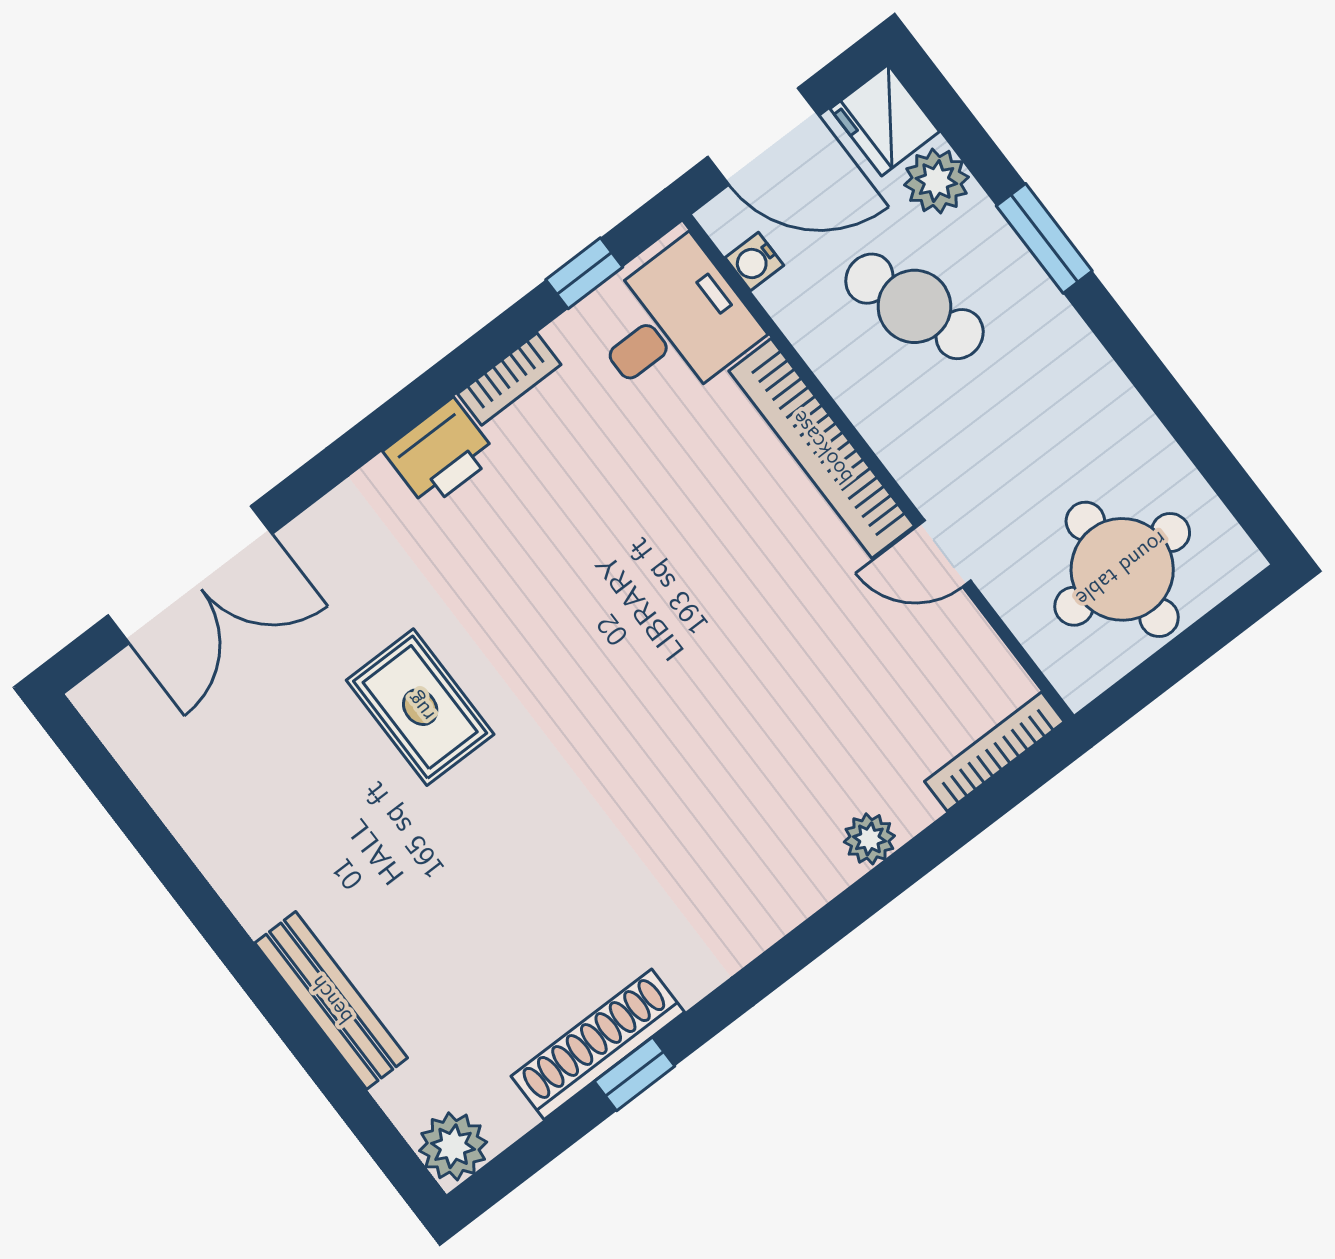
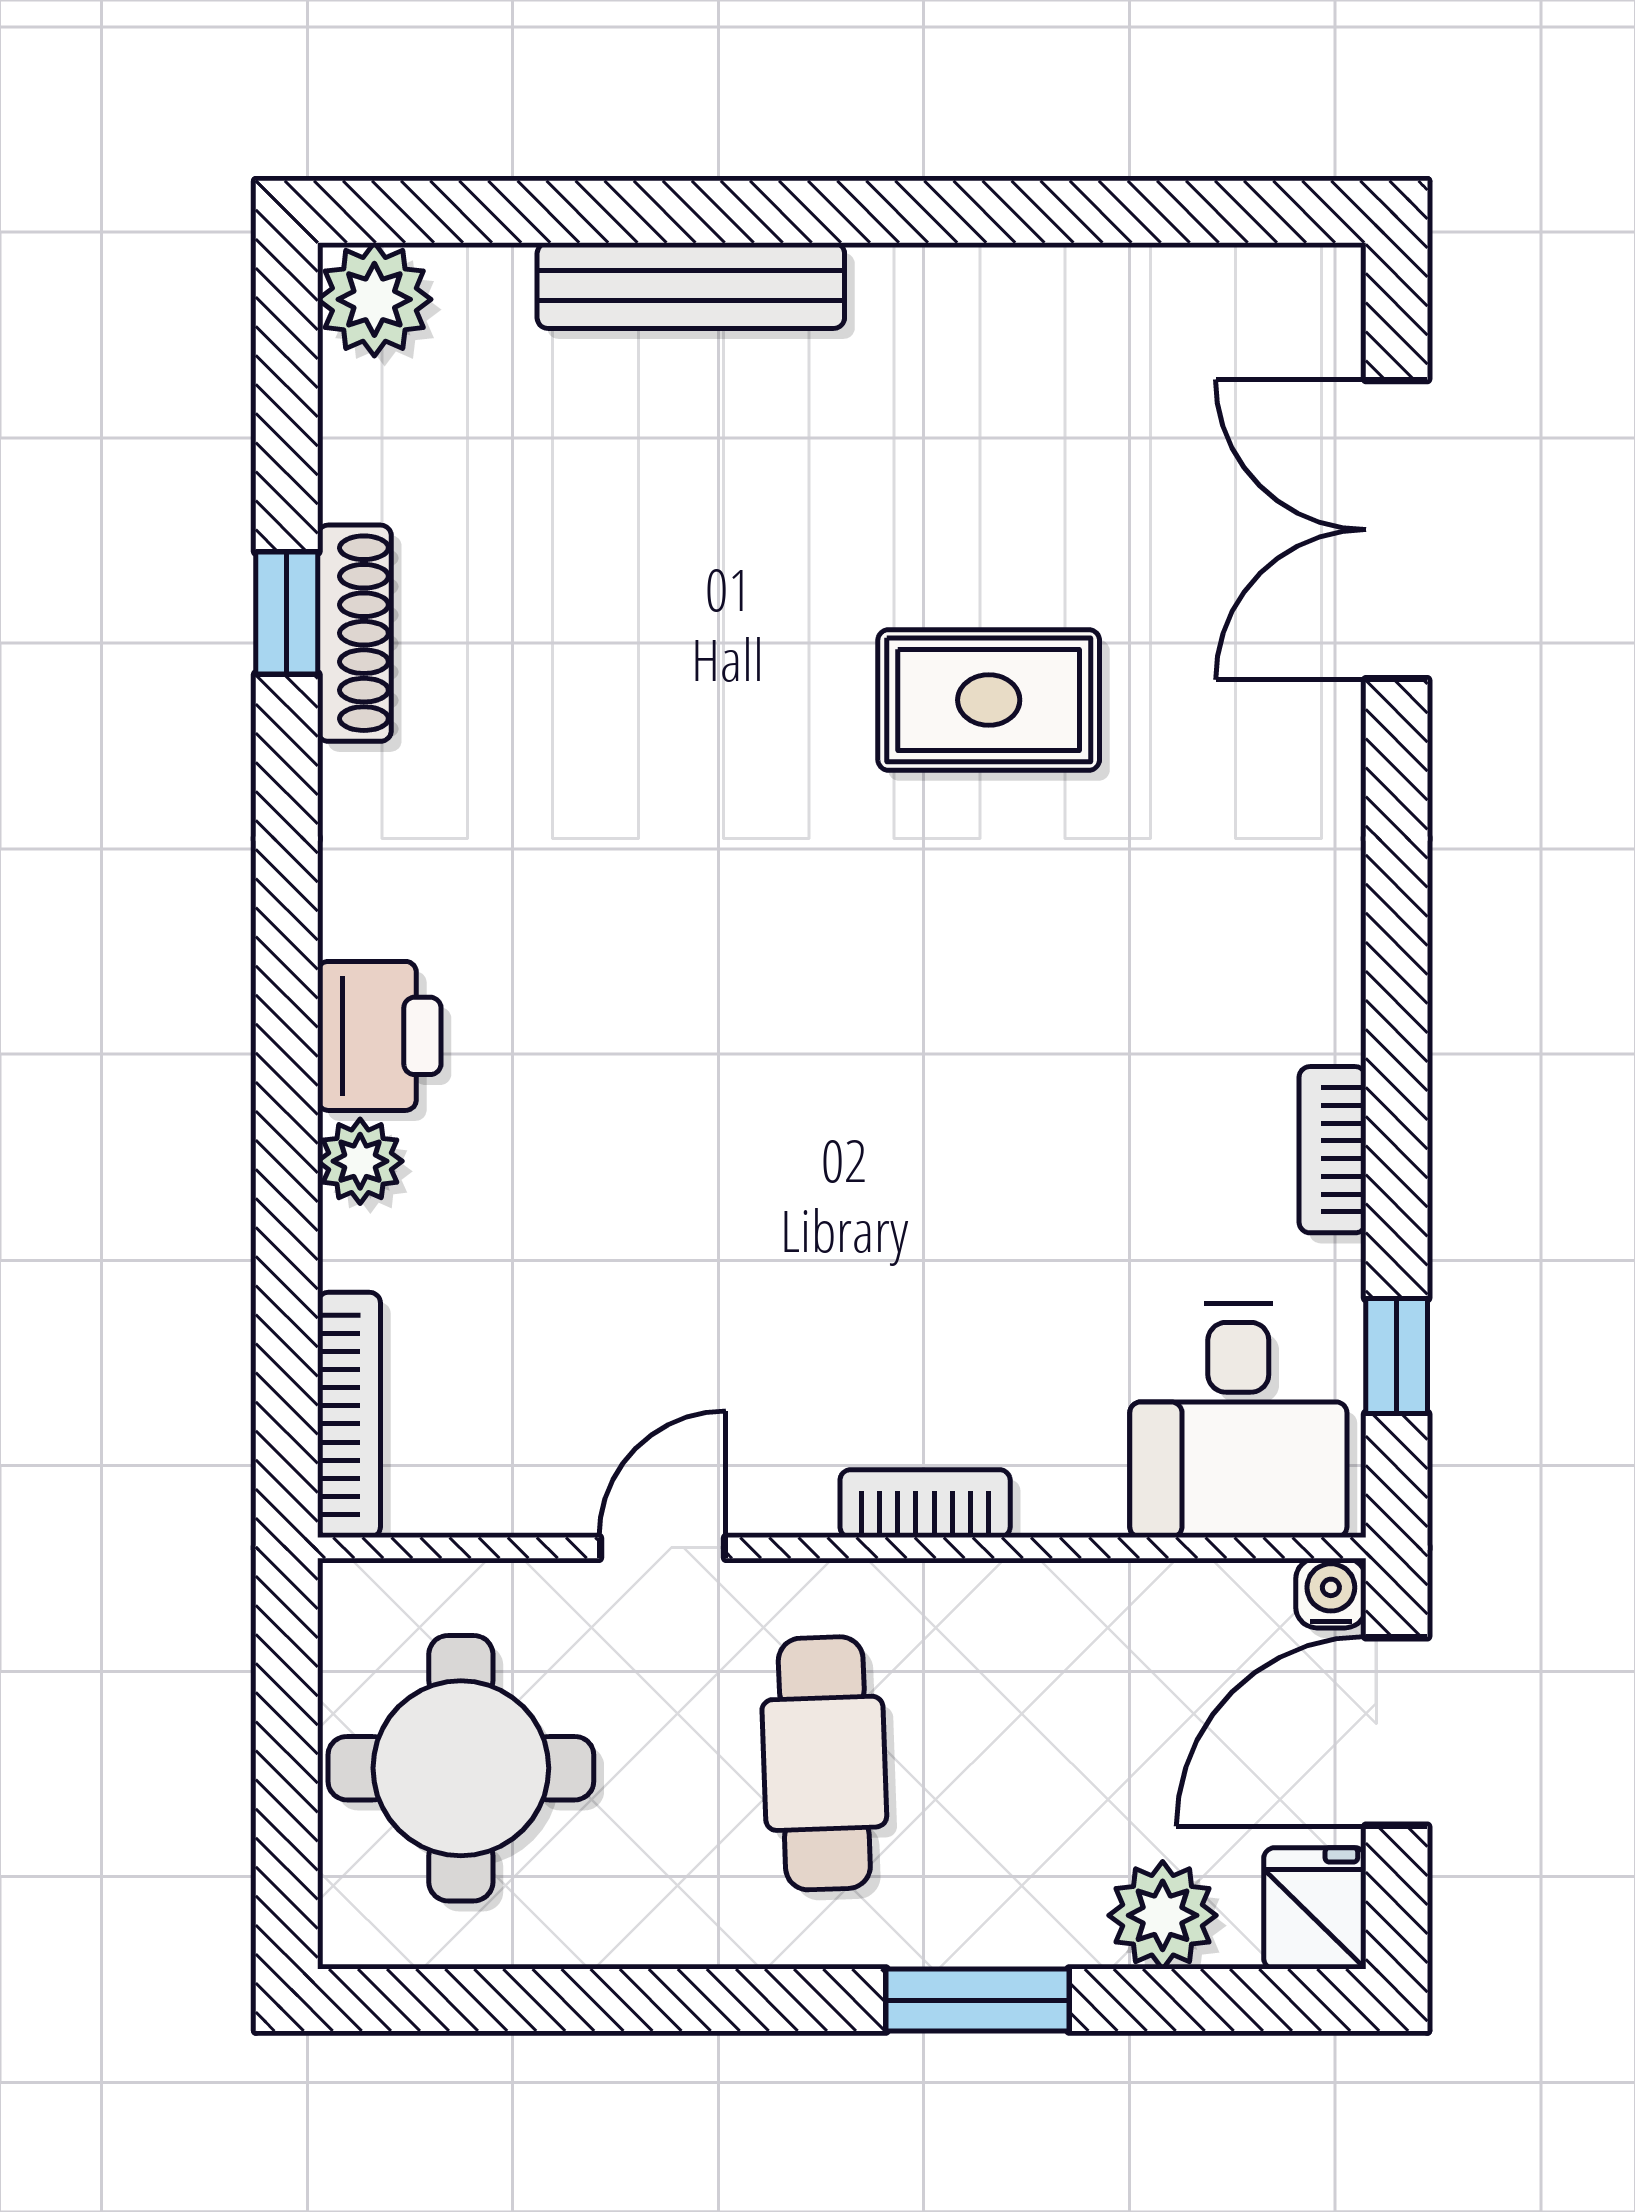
fridge: (885, 120) -> (1315, 1908), width x0.72
water cooler: (754, 261) -> (1331, 1593), moved
cafe table: (914, 306) -> (824, 1763), moved, turned -71
bookcase: (822, 448) -> (925, 1504), width x0.43, depth x0.76
printer: (440, 453) -> (379, 1036), moved, turned 180
shoe rack: (598, 1044) -> (354, 633), width x0.74, depth x0.81

